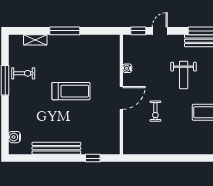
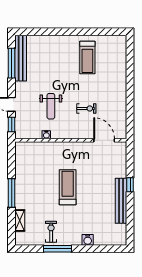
weight bench: (184, 75) -> (51, 106), moved, turned 90
door: (121, 98) -> (104, 140), moved
water cooler: (14, 137) -> (88, 240), moved
window: (93, 158) -> (130, 185), moved

